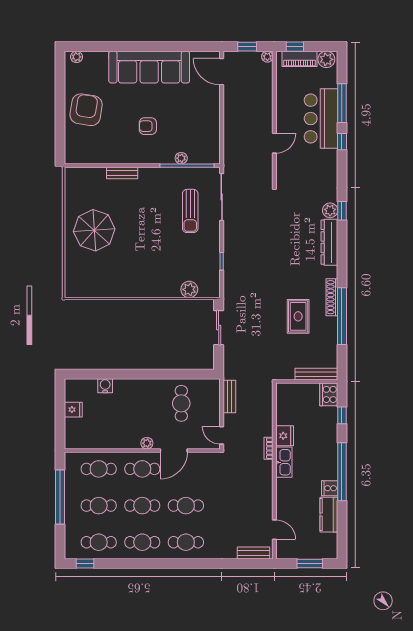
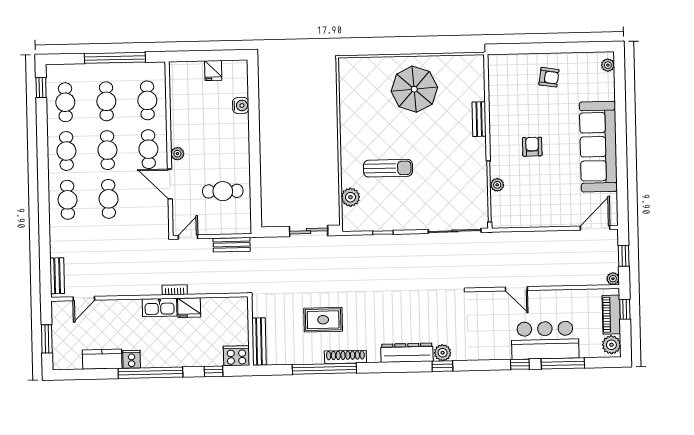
armchair: (86, 110) -> (549, 77), width x0.53, depth x0.53
sun lounger: (190, 211) -> (388, 168), moved, turned 180

